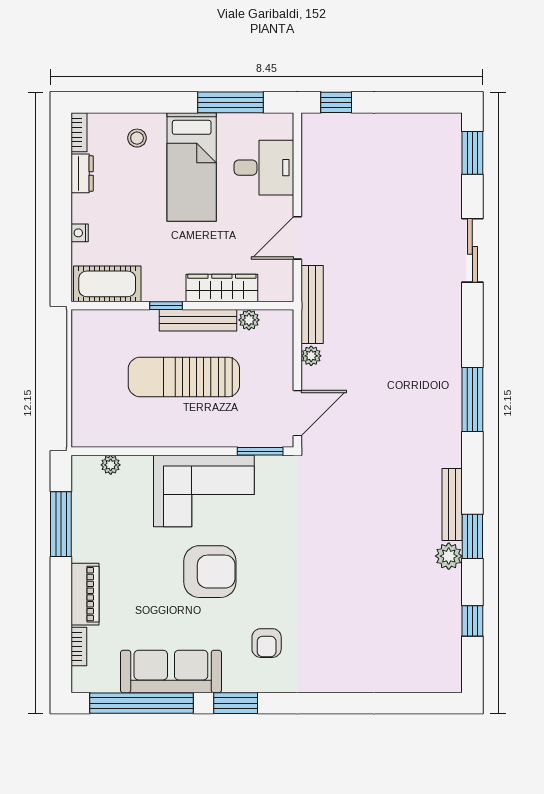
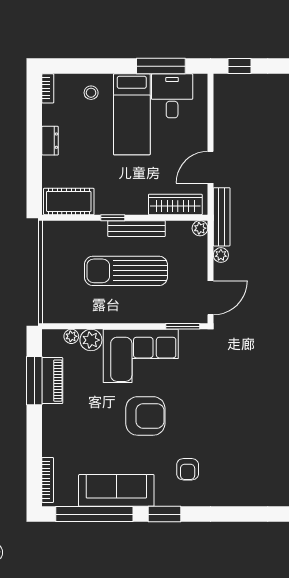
desk: (264, 168) -> (172, 96), moved, turned -90
dresser: (82, 173) -> (50, 141), moved
nightstand: (80, 233) -> (48, 163), removed
wardrobe: (222, 288) -> (175, 204), moved
plant: (249, 320) -> (200, 228), moved
plant: (137, 470) -> (91, 340), added
piano: (85, 594) -> (52, 381), moved
bookcase: (79, 647) -> (48, 480), width x1.56

